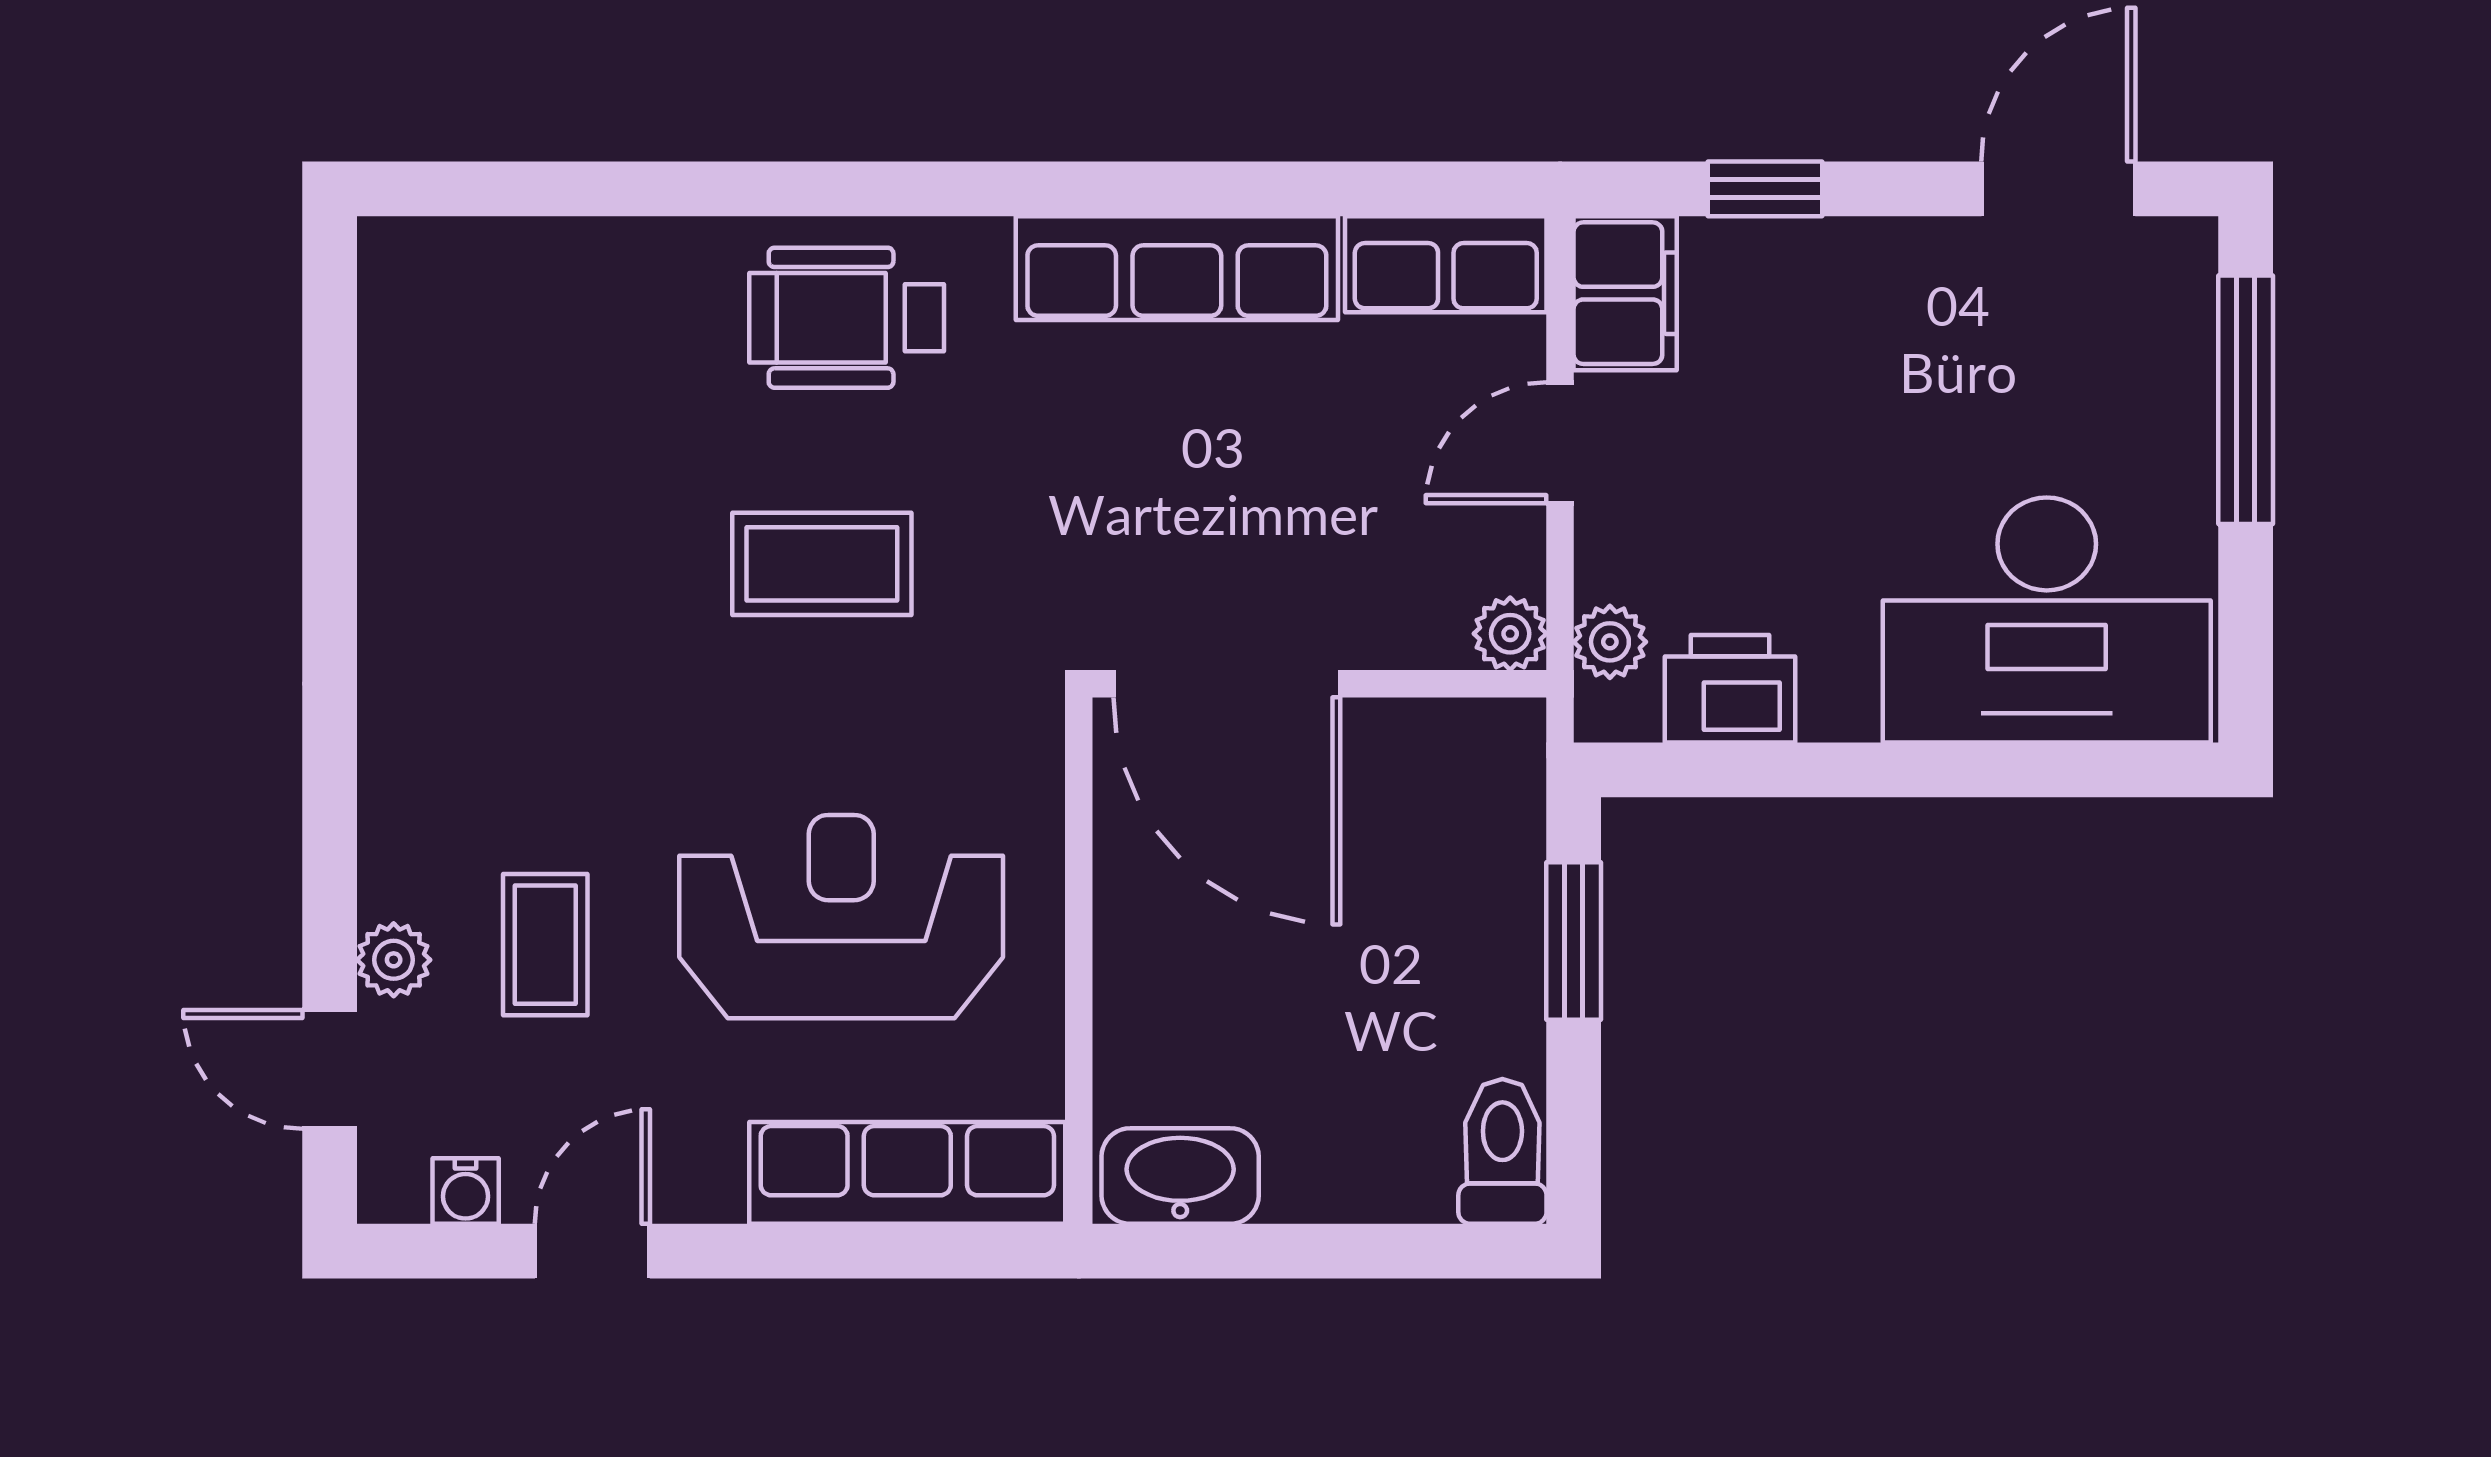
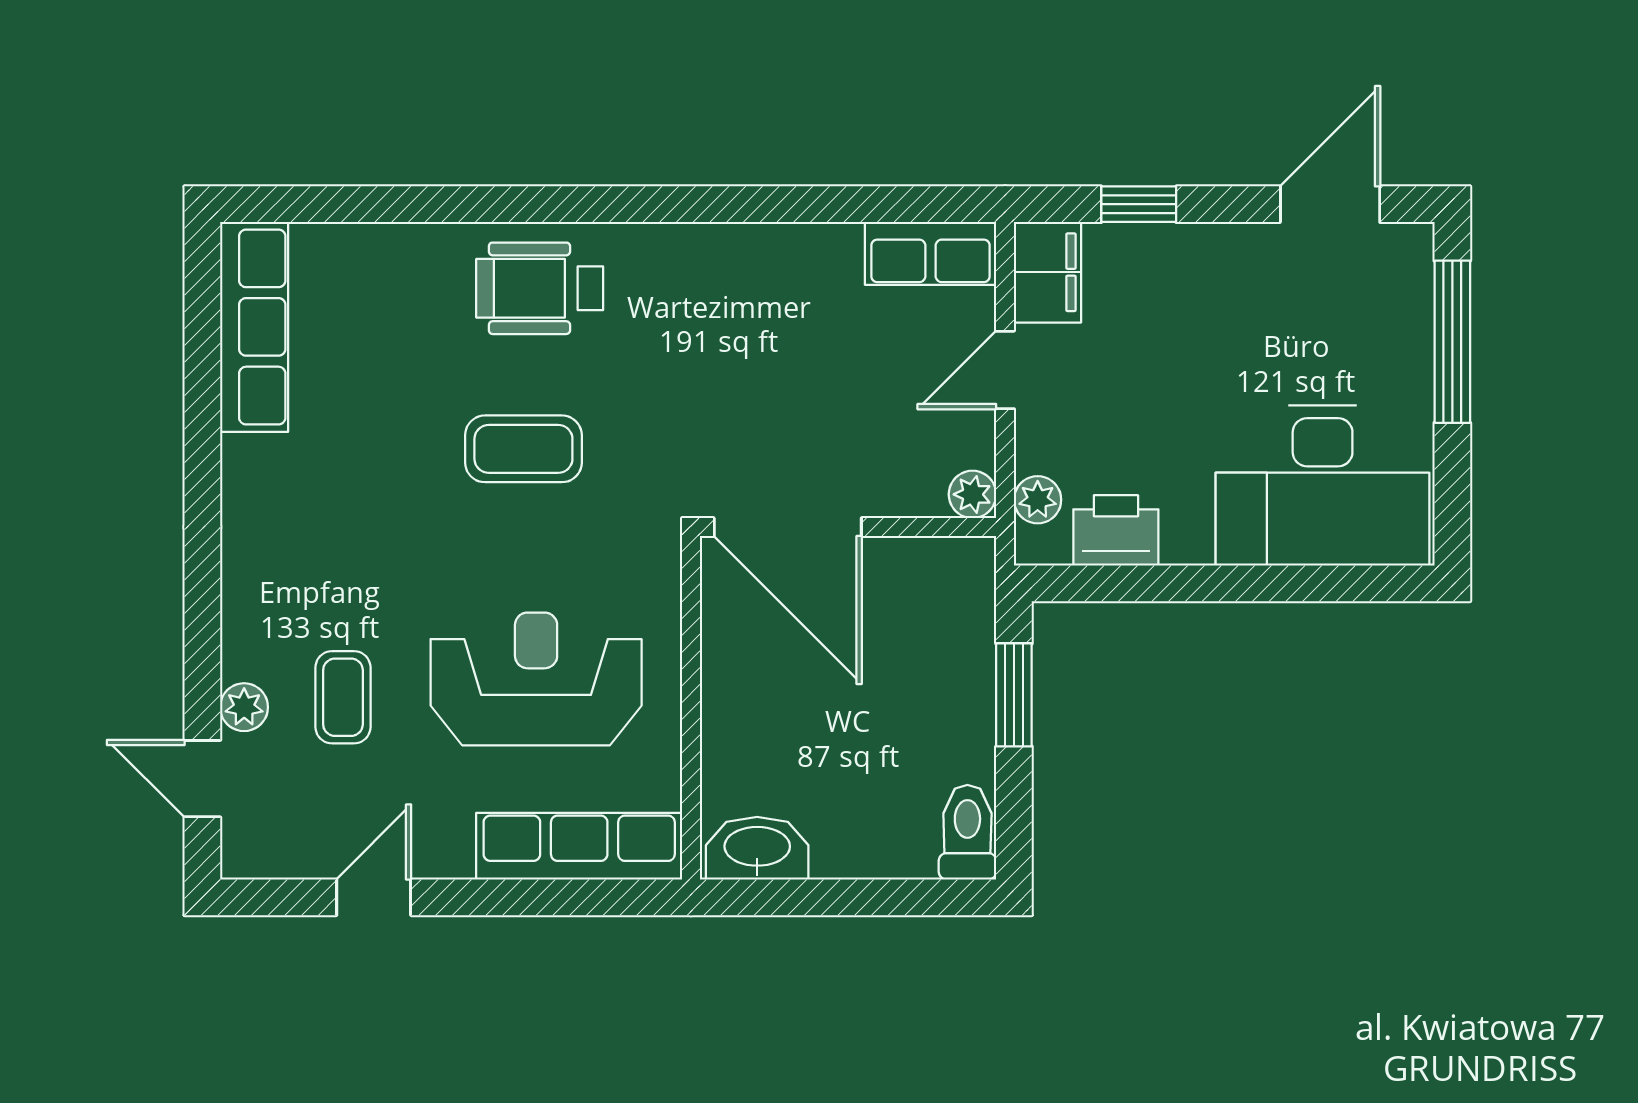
row of seats: (1177, 268) -> (254, 327), moved, turned -90
water cooler: (466, 1191) -> (291, 858), removed

